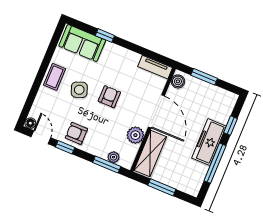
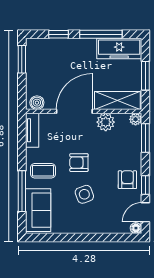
window: (105, 36) -> (22, 191), width x2.17
coffee table: (55, 77) -> (43, 171), moved
window: (204, 77) -> (22, 59), moved
armchair: (76, 133) -> (127, 180), turned 180
freezer: (209, 142) -> (119, 49), moved
plant: (114, 157) -> (136, 119), moved

